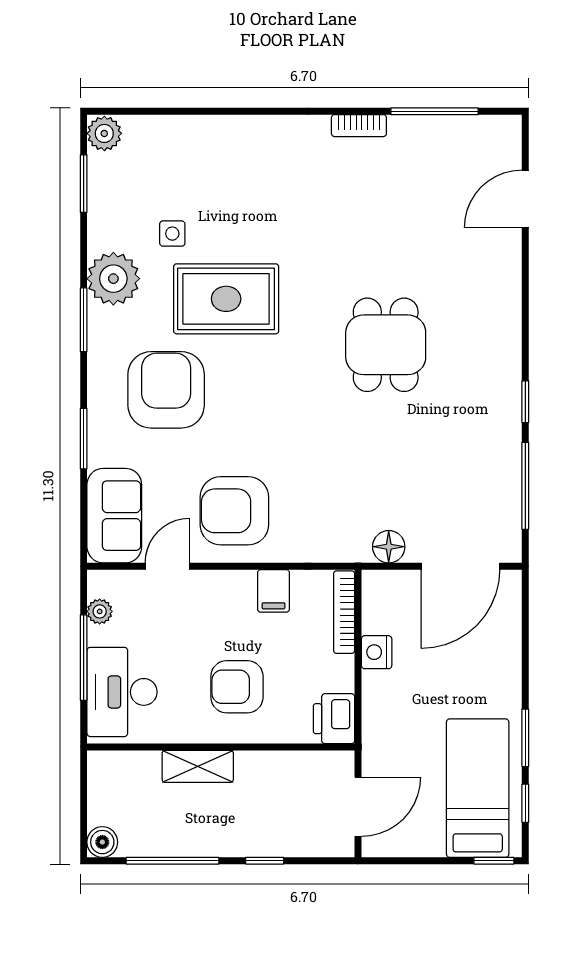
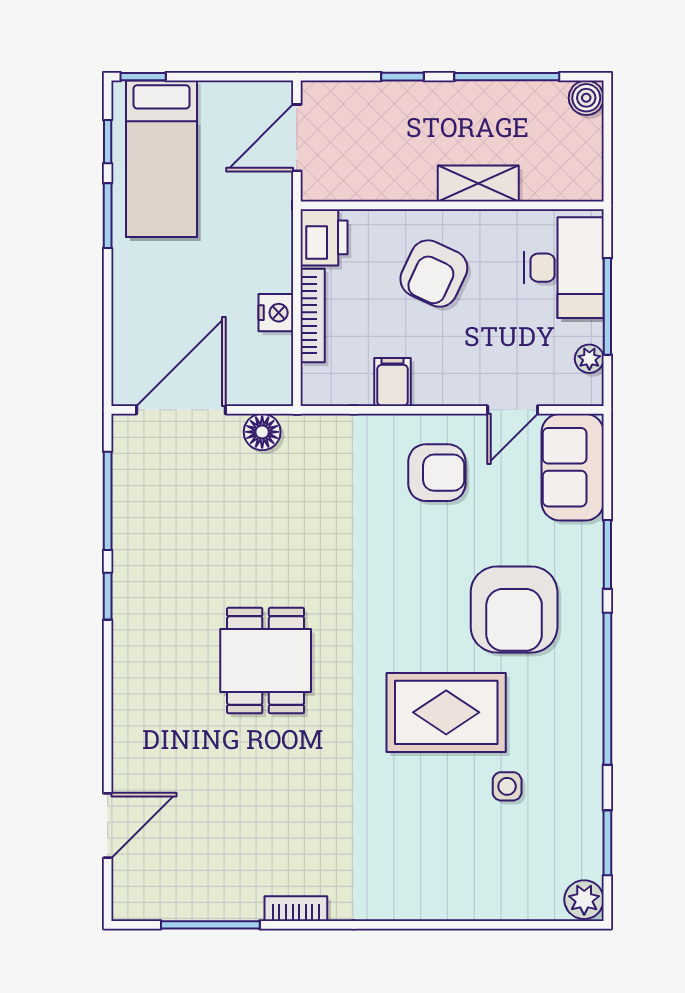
plant: (113, 279) -> (574, 735), removed
window: (84, 320) -> (607, 689), width x2.11
armchair: (234, 511) -> (437, 473), width x0.73, depth x0.73
bookcase: (344, 612) -> (313, 315), moved
armchair: (237, 687) -> (434, 274), turned 115

